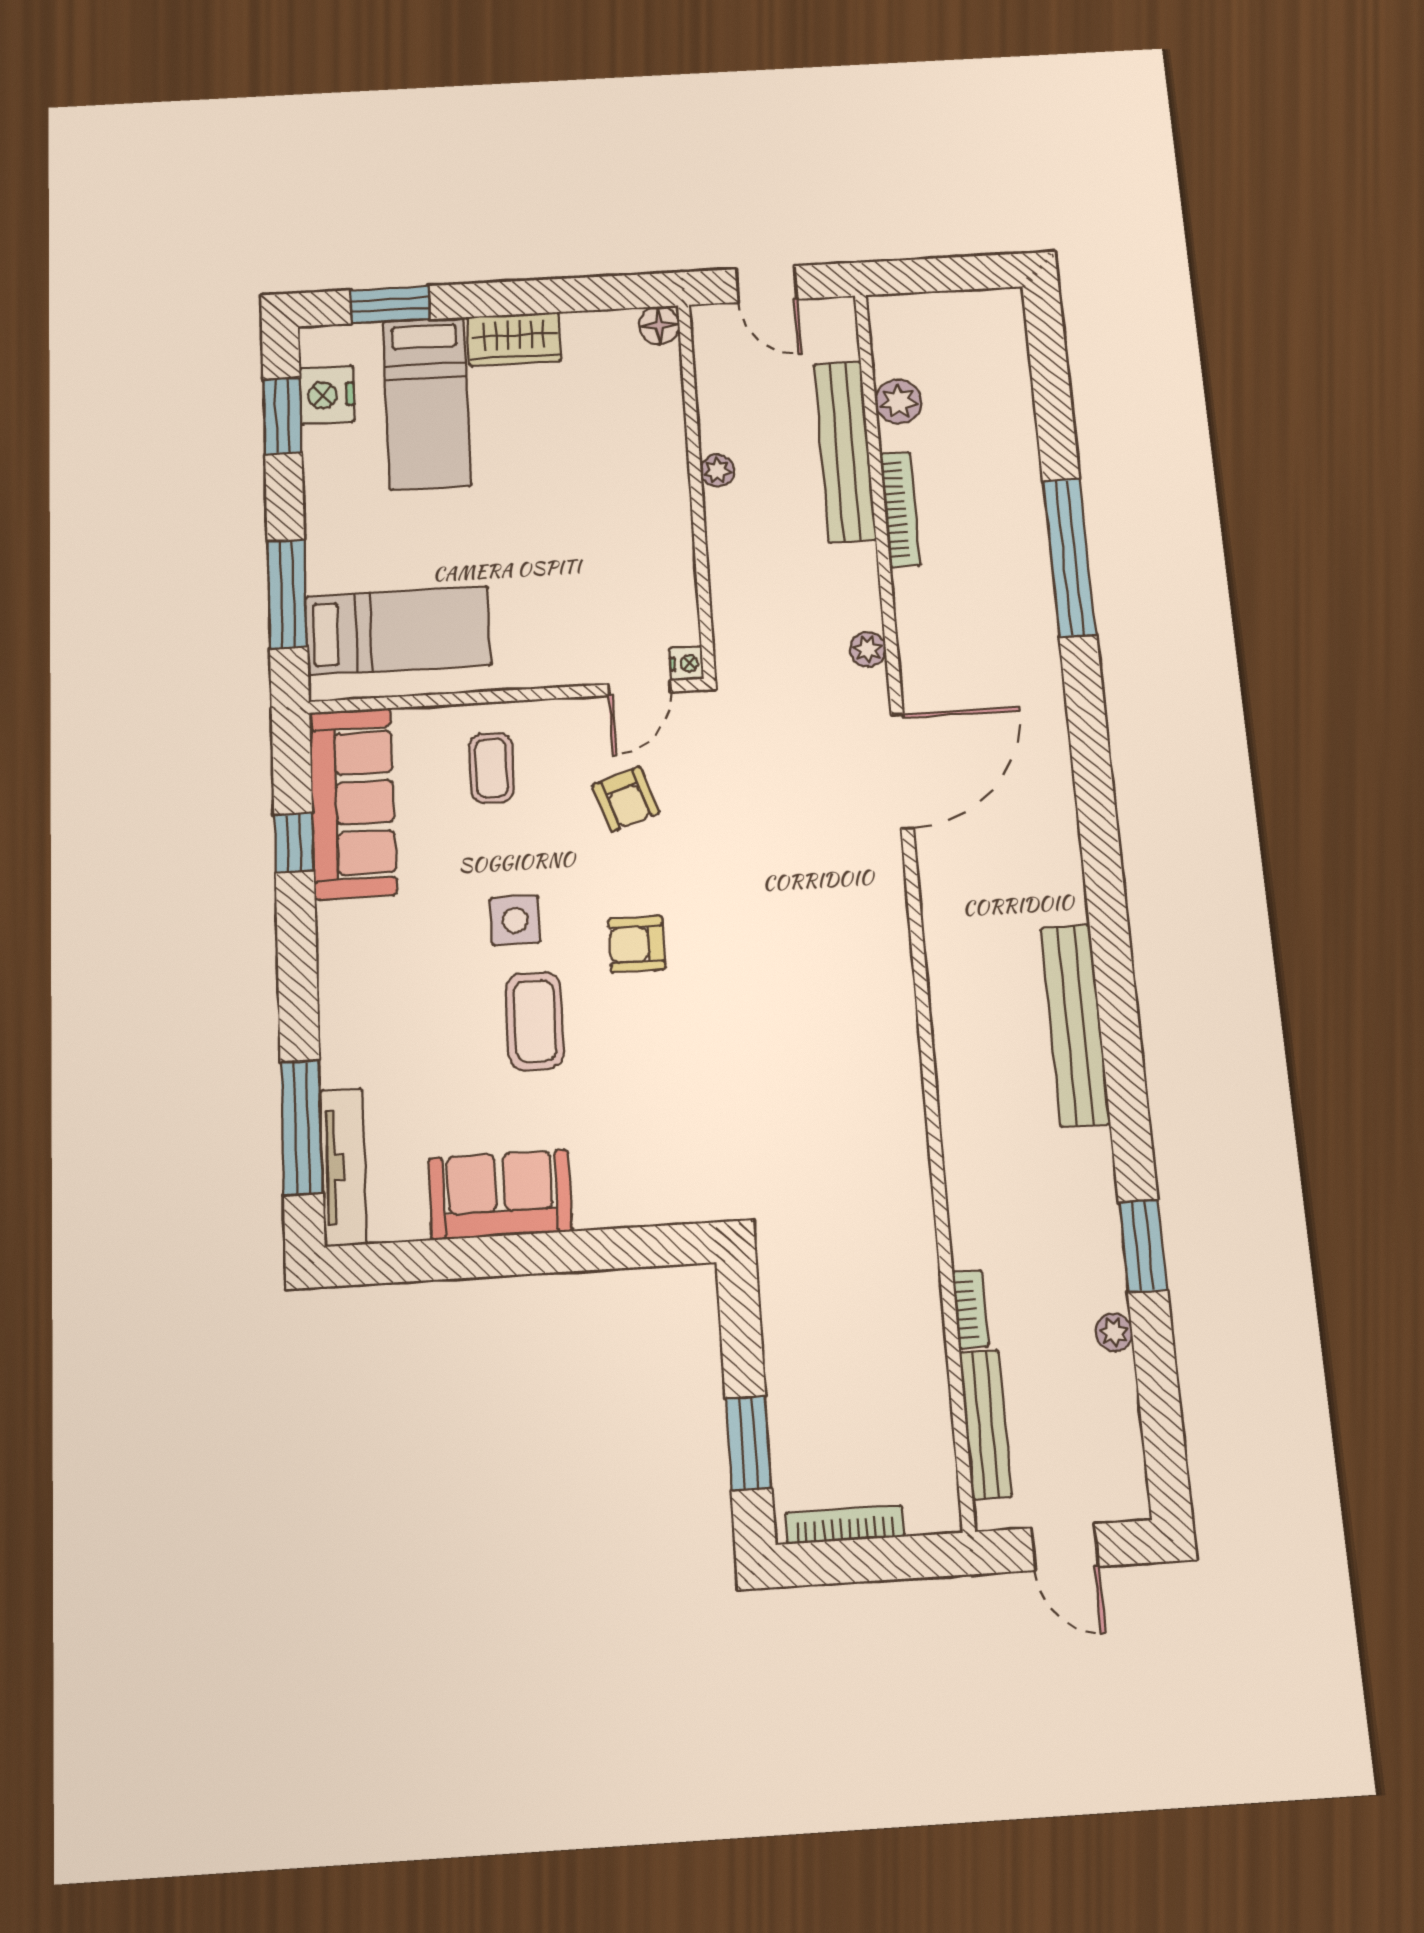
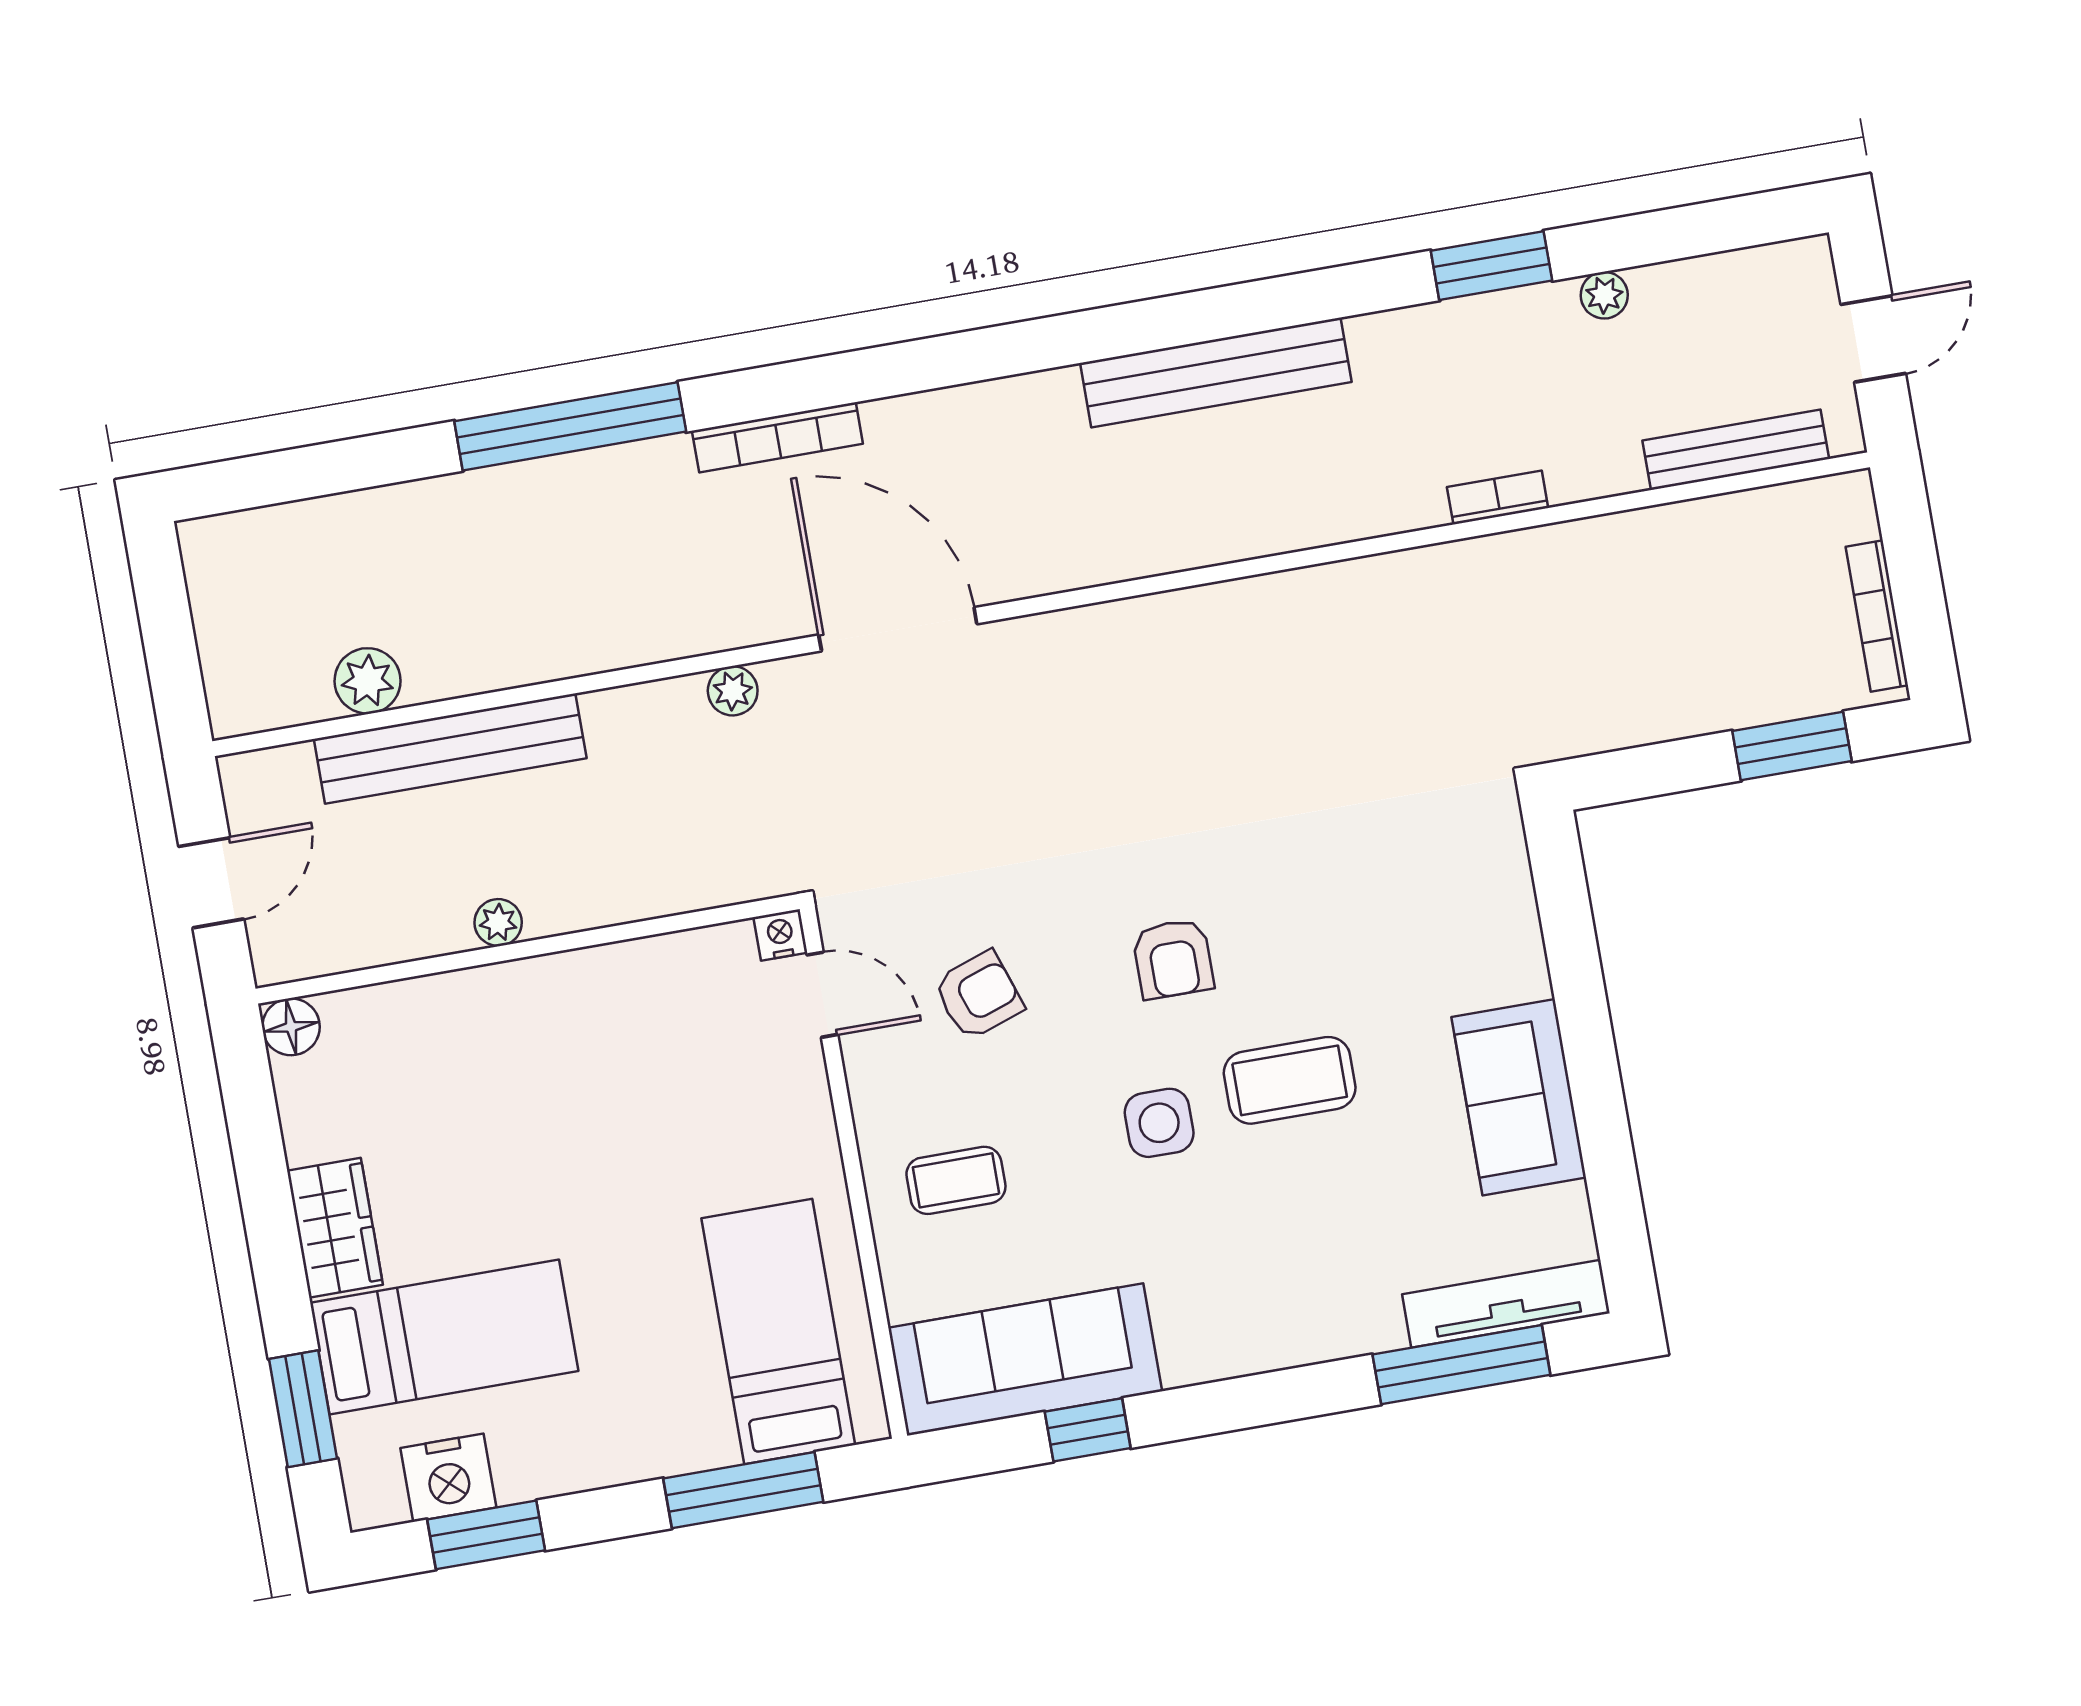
bookcase: (900, 509) -> (777, 437), moved, turned 180
bookcase: (970, 1309) -> (1498, 497), moved

